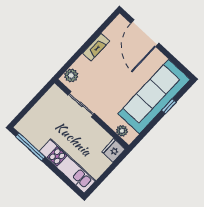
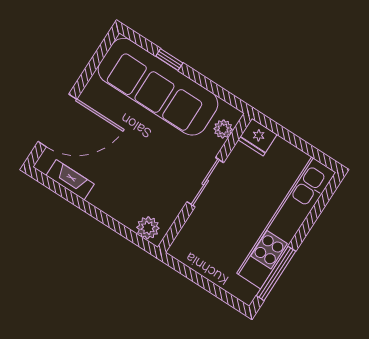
fireplace: (96, 47) -> (70, 180), moved
sliding door: (81, 104) -> (205, 182), moved
kitchen unit: (67, 166) -> (286, 223), width x1.36

